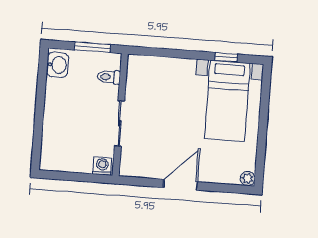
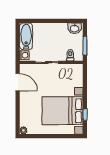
bed with nightstands: (227, 101) -> (63, 111), width x1.36
bathtub: (66, 160) -> (26, 36), added
door: (181, 185) -> (18, 82), moved

